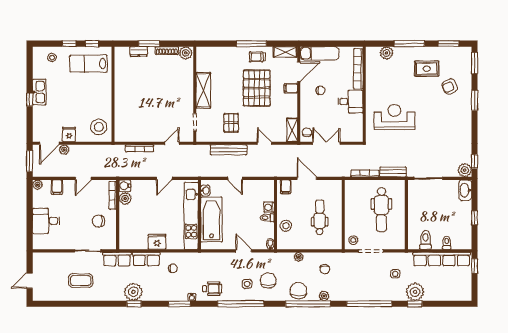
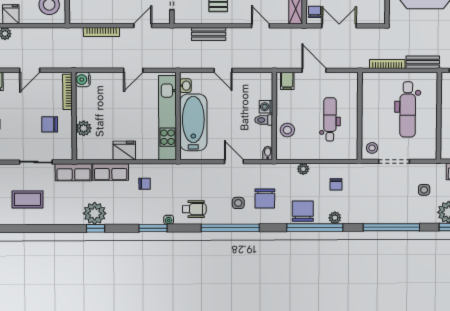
bench: (228, 150) -> (209, 34), width x0.73
plant: (125, 198) -> (84, 128), moved
chair: (268, 280) -> (265, 199), turned 180

